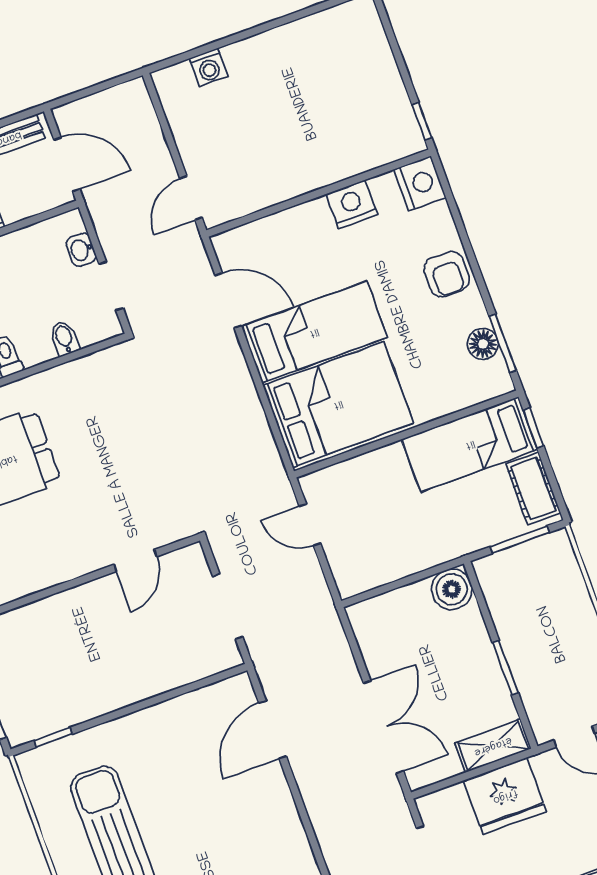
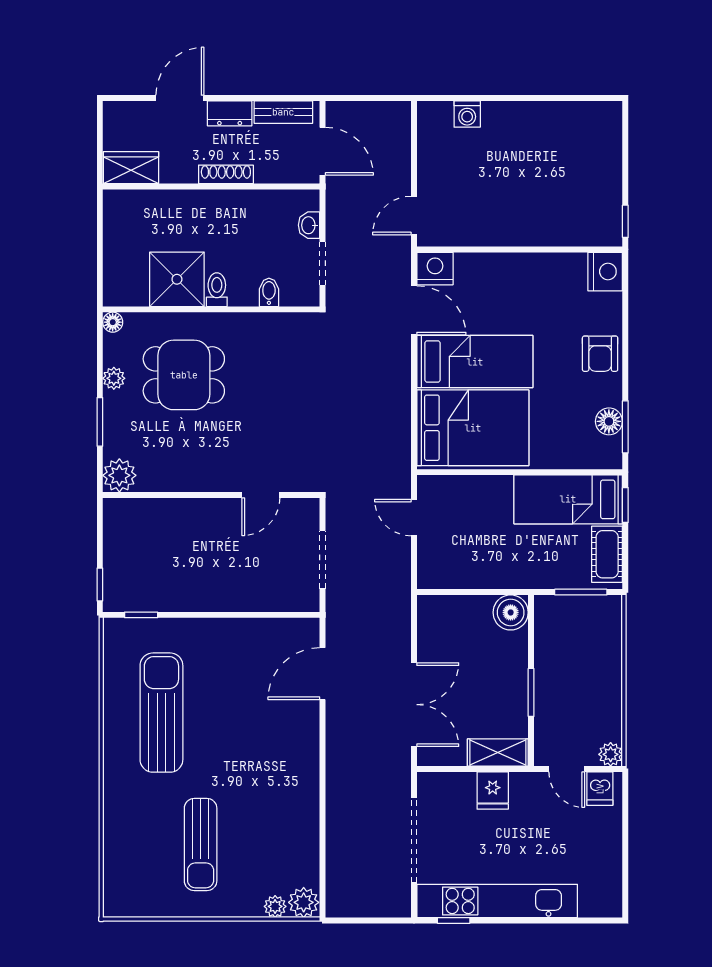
nightstand: (352, 204) -> (435, 269), moved
fridge: (505, 796) -> (493, 791), width x0.53, depth x0.75

